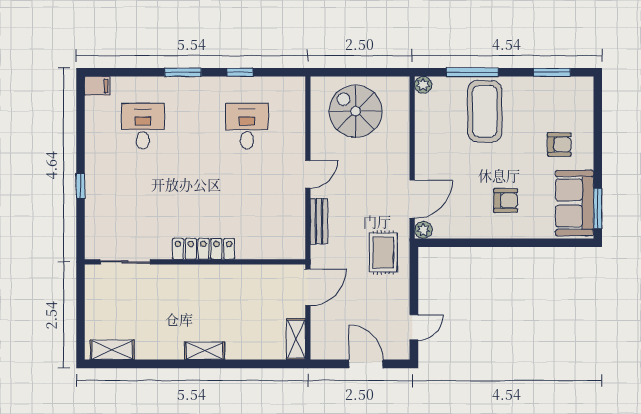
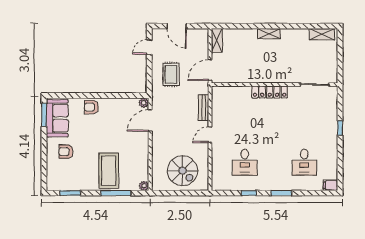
armchair: (506, 201) -> (91, 107), moved
rug: (383, 252) -> (171, 74), moved

